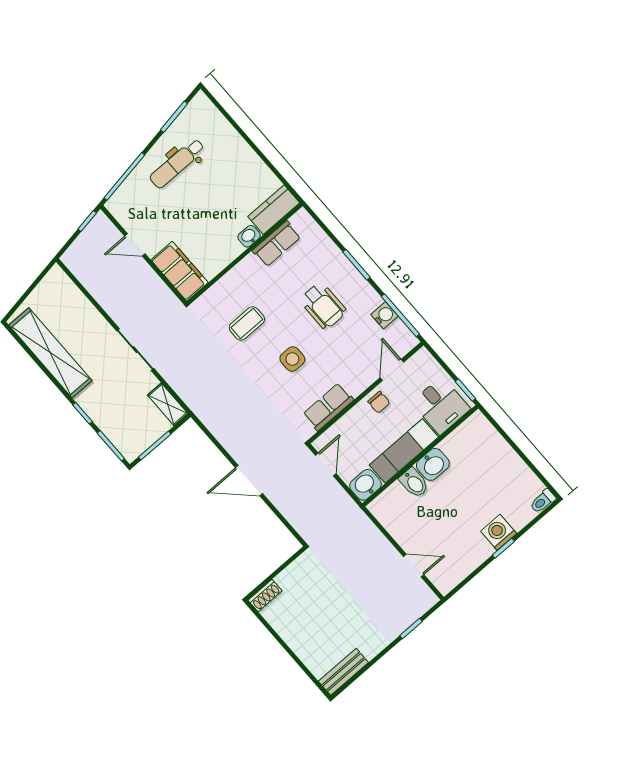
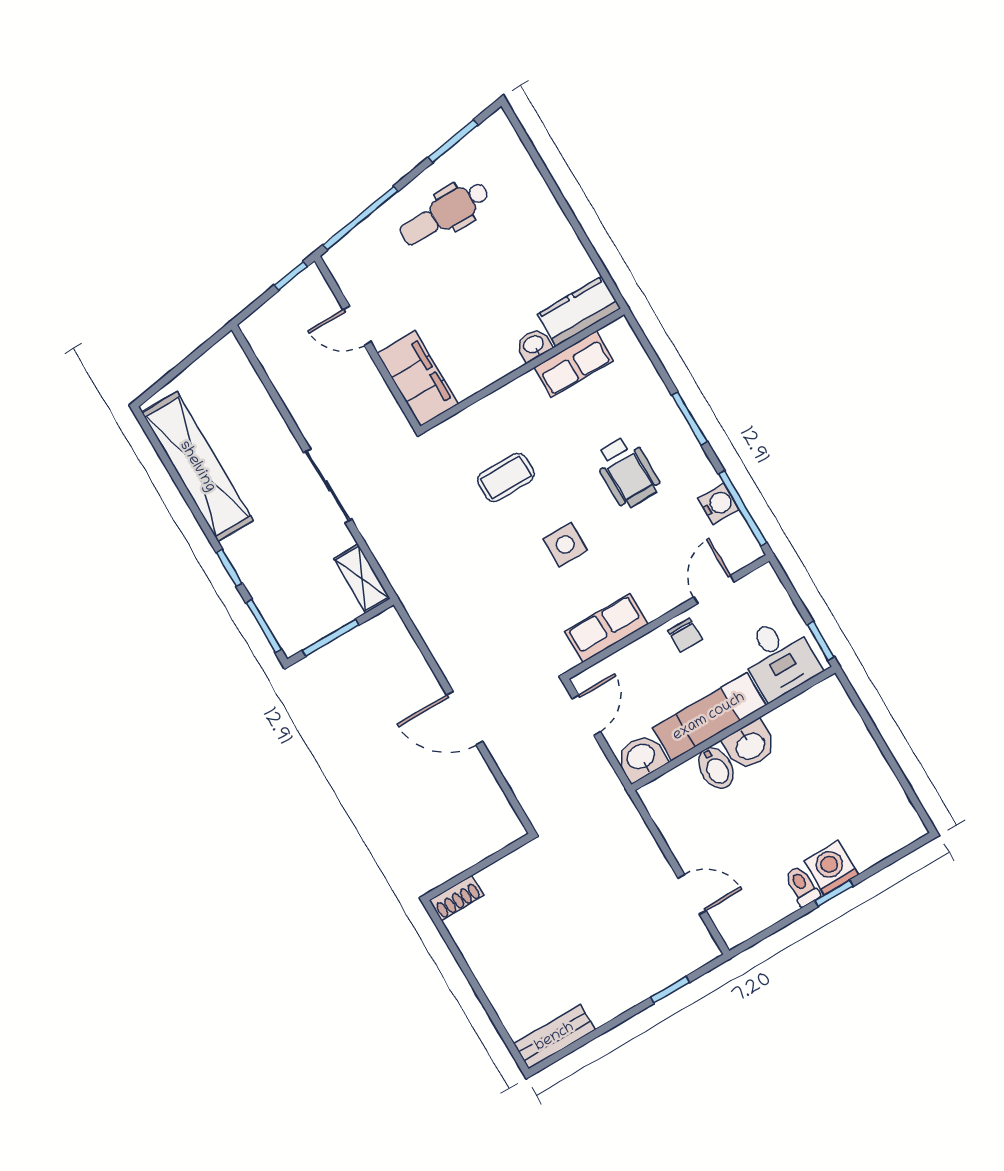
toilet: (543, 501) -> (802, 886), moved, turned 90

